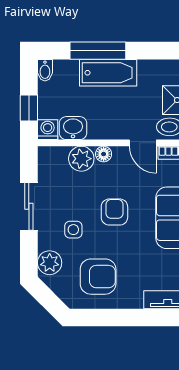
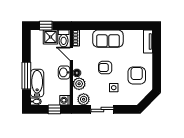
bathtub: (108, 73) -> (37, 83), moved
washbasin: (73, 128) -> (64, 72), moved
door: (143, 143) -> (71, 54), swing flipped
plant: (50, 263) -> (84, 99), moved

